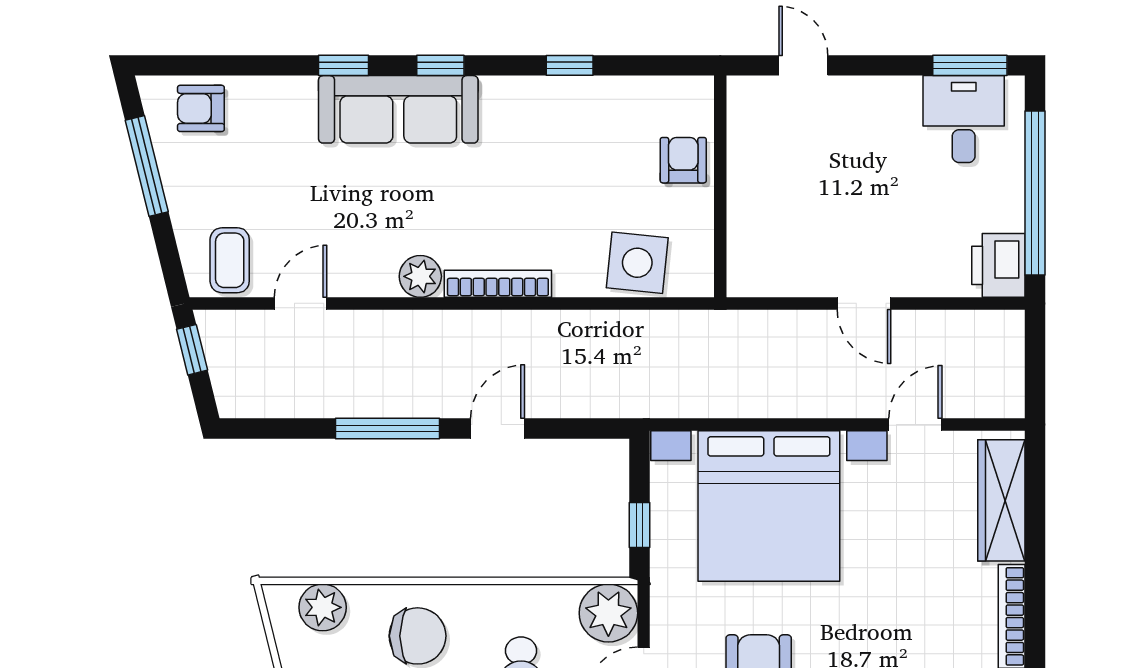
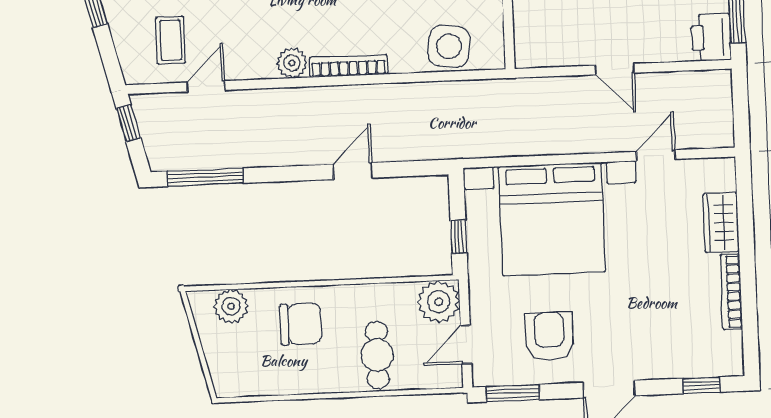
coffee table: (230, 260) -> (171, 40), moved
window: (388, 429) -> (205, 177), moved
wardrobe: (1001, 500) -> (721, 223), width x0.67

